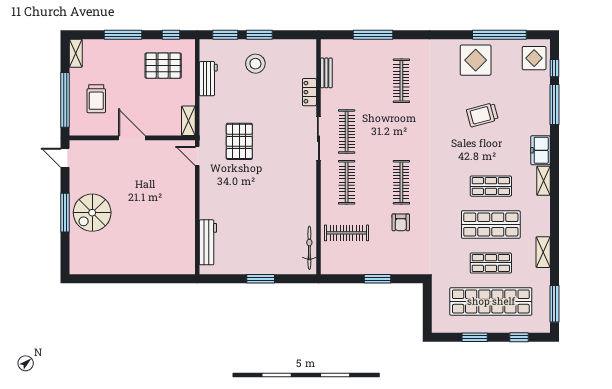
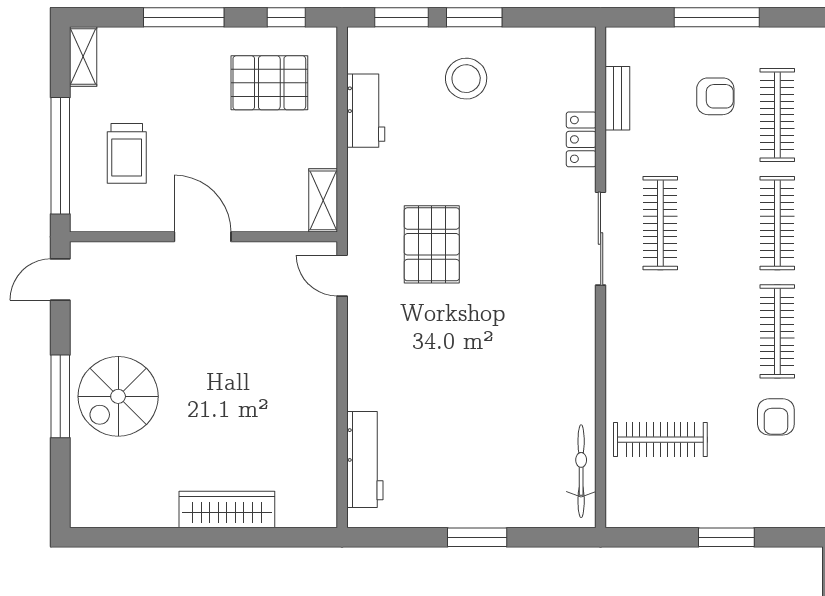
armchair: (372, 72) -> (715, 96), added
door: (65, 158) -> (60, 279), hinge flipped
clothes rail: (347, 182) -> (777, 223), moved
wardrobe: (143, 266) -> (227, 509), added

